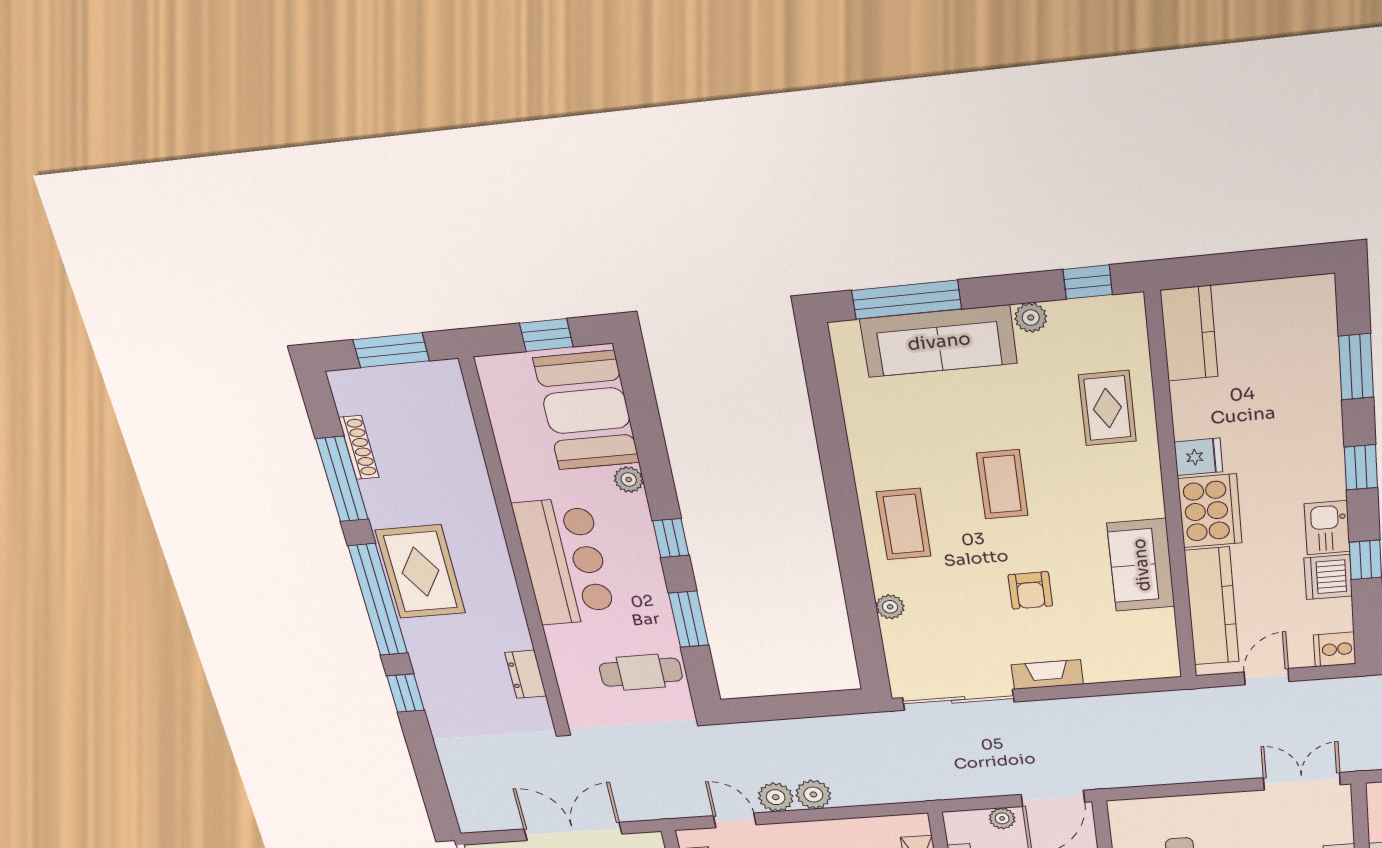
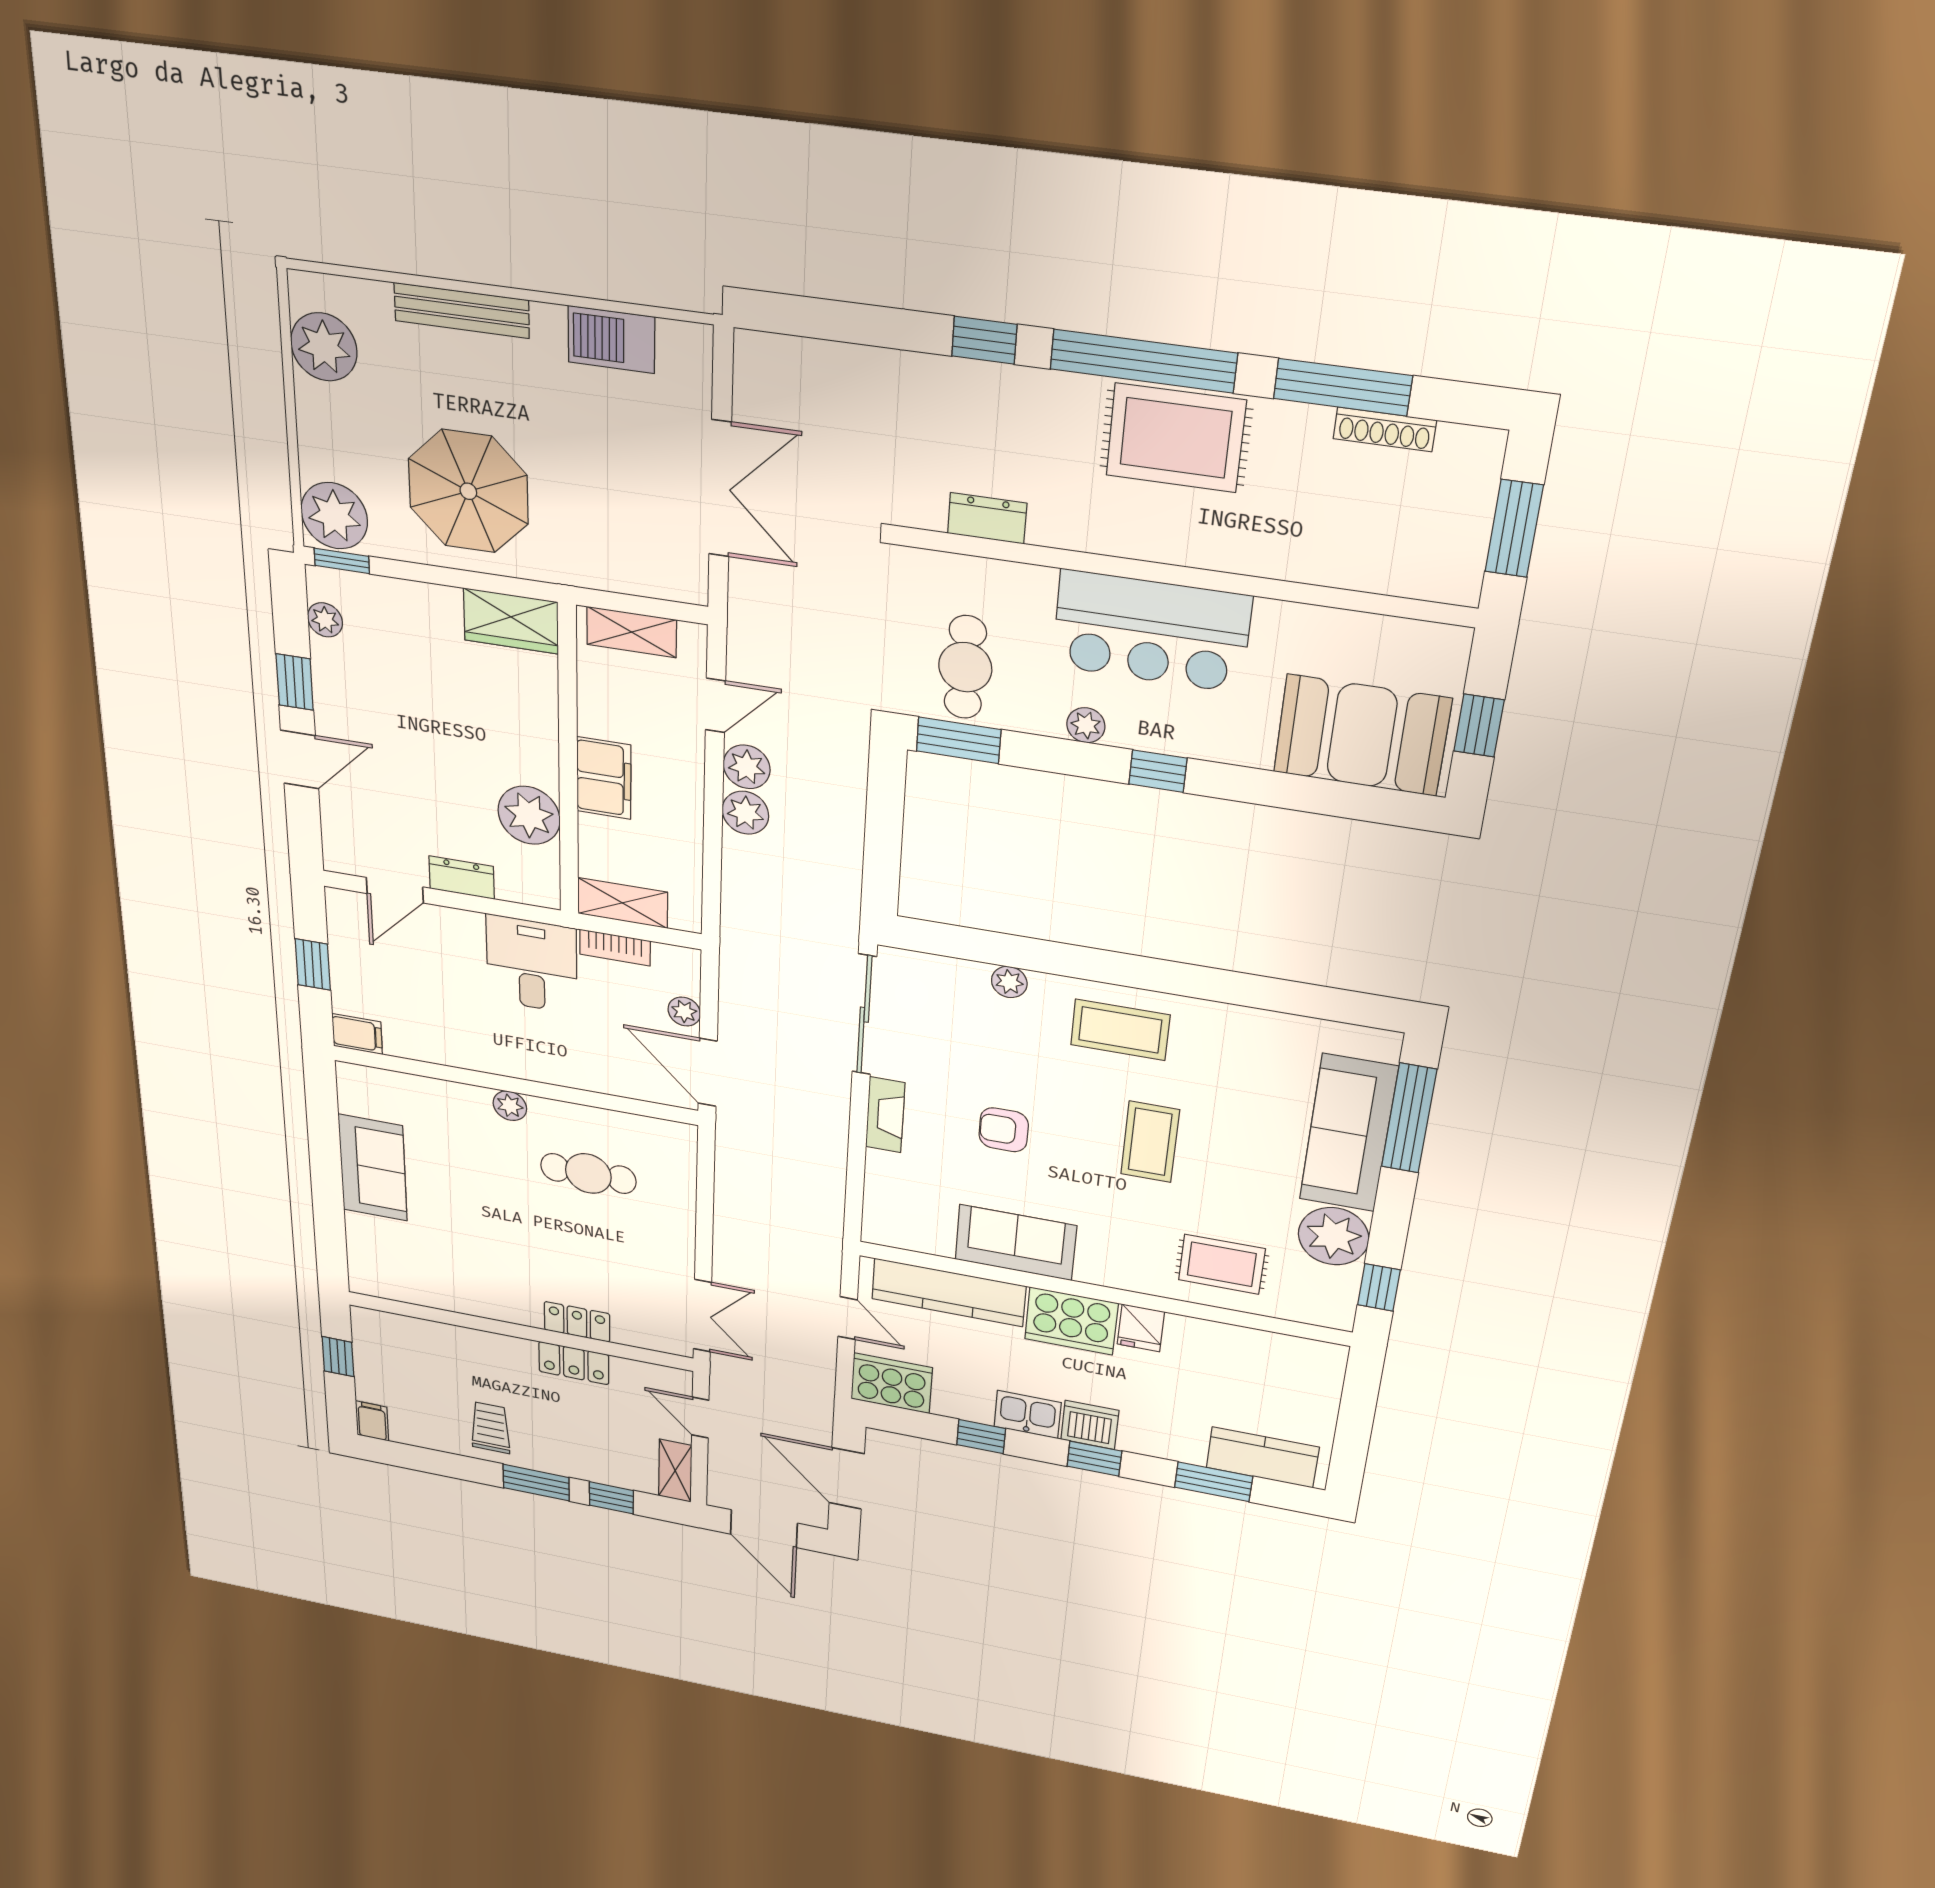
plant: (1031, 318) -> (1334, 1236), width x1.87, depth x1.87
kitchen counter: (1189, 333) -> (1263, 1457), moved, turned 180
plant: (629, 479) -> (1086, 725), moved
coffee table: (1002, 484) -> (1150, 1142), turned 90
dishwasher: (1328, 577) -> (1090, 1425), moved
window: (689, 619) -> (959, 740), moved
cooker: (1335, 649) -> (892, 1383), width x1.87, depth x1.31

